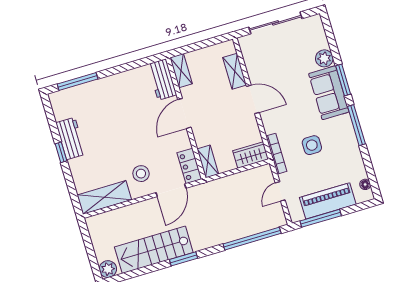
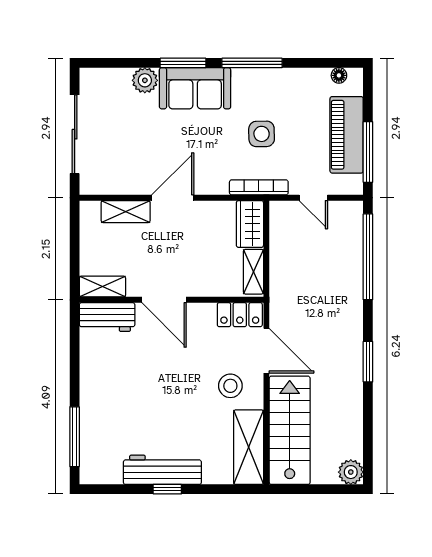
workbench: (71, 138) -> (162, 470), width x1.38
shelving: (208, 161) -> (253, 272), moved, turned 90
stairs: (154, 250) -> (290, 430), moved, turned 180

